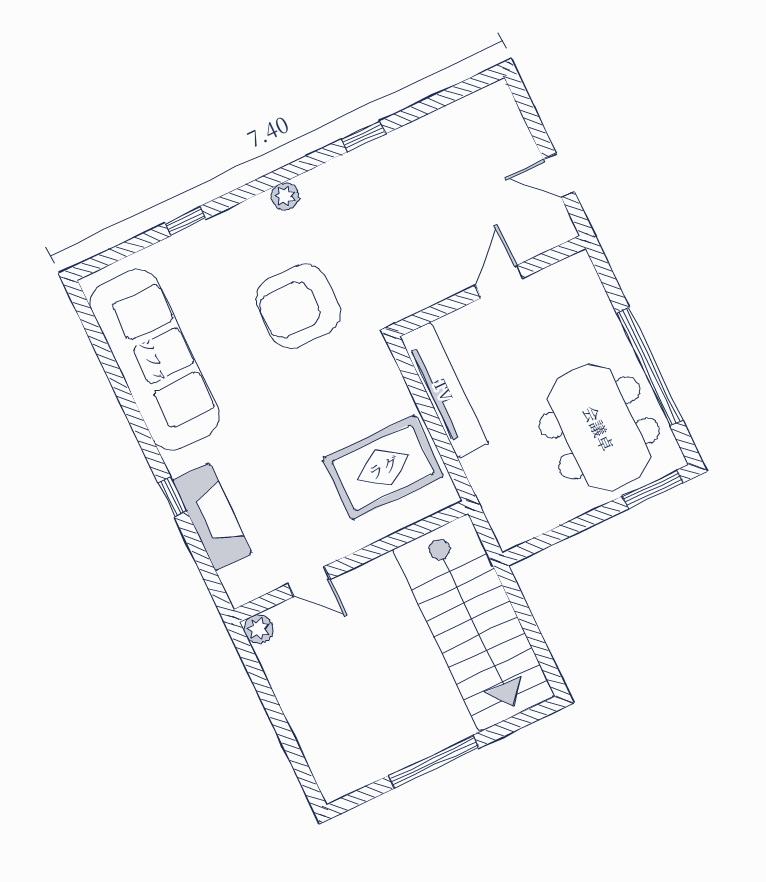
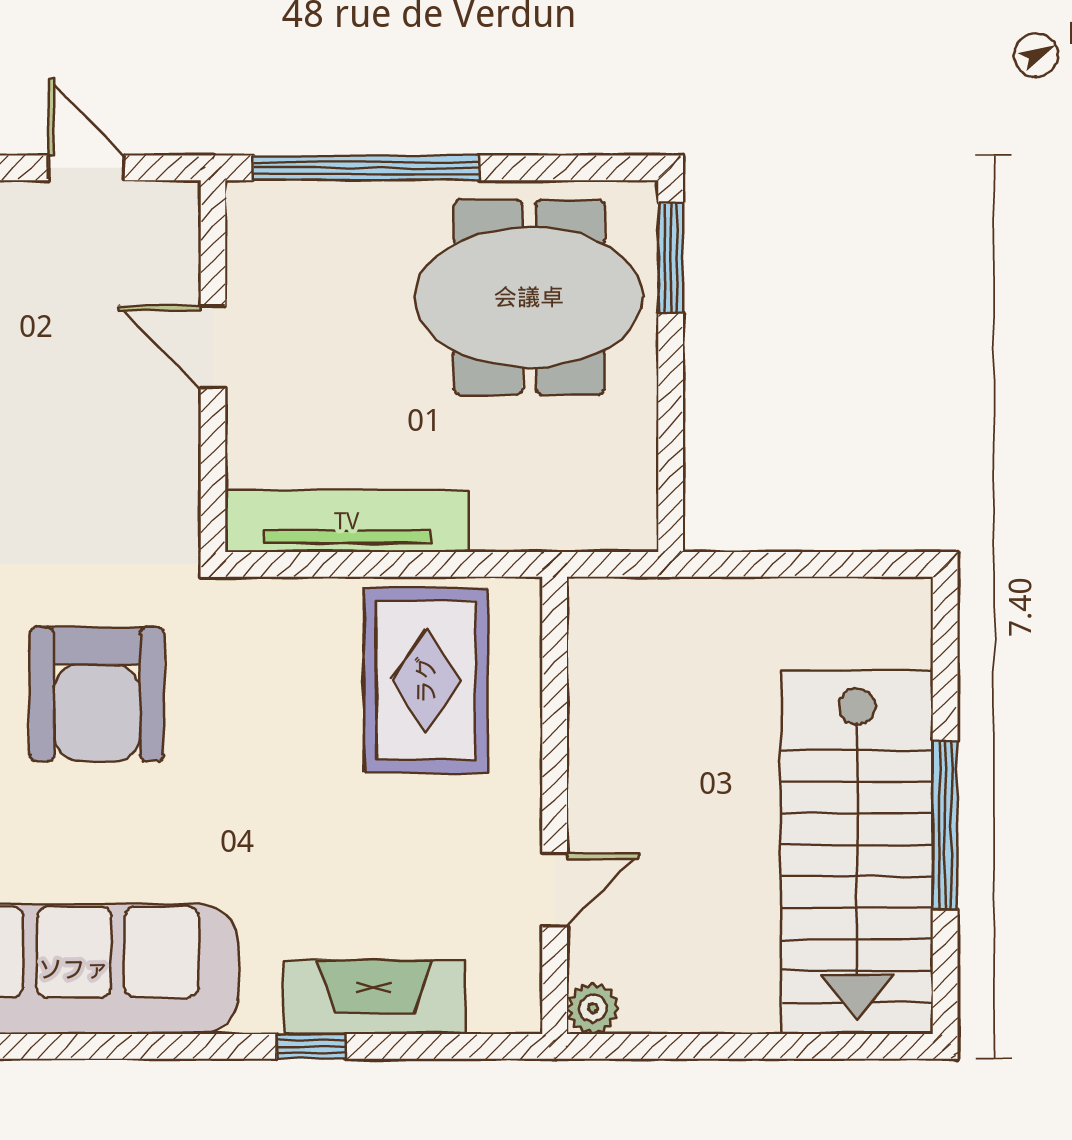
door: (559, 176) -> (86, 168), swing flipped
window: (650, 367) -> (366, 168), moved
stairs: (474, 622) -> (857, 852), moved, turned 90

